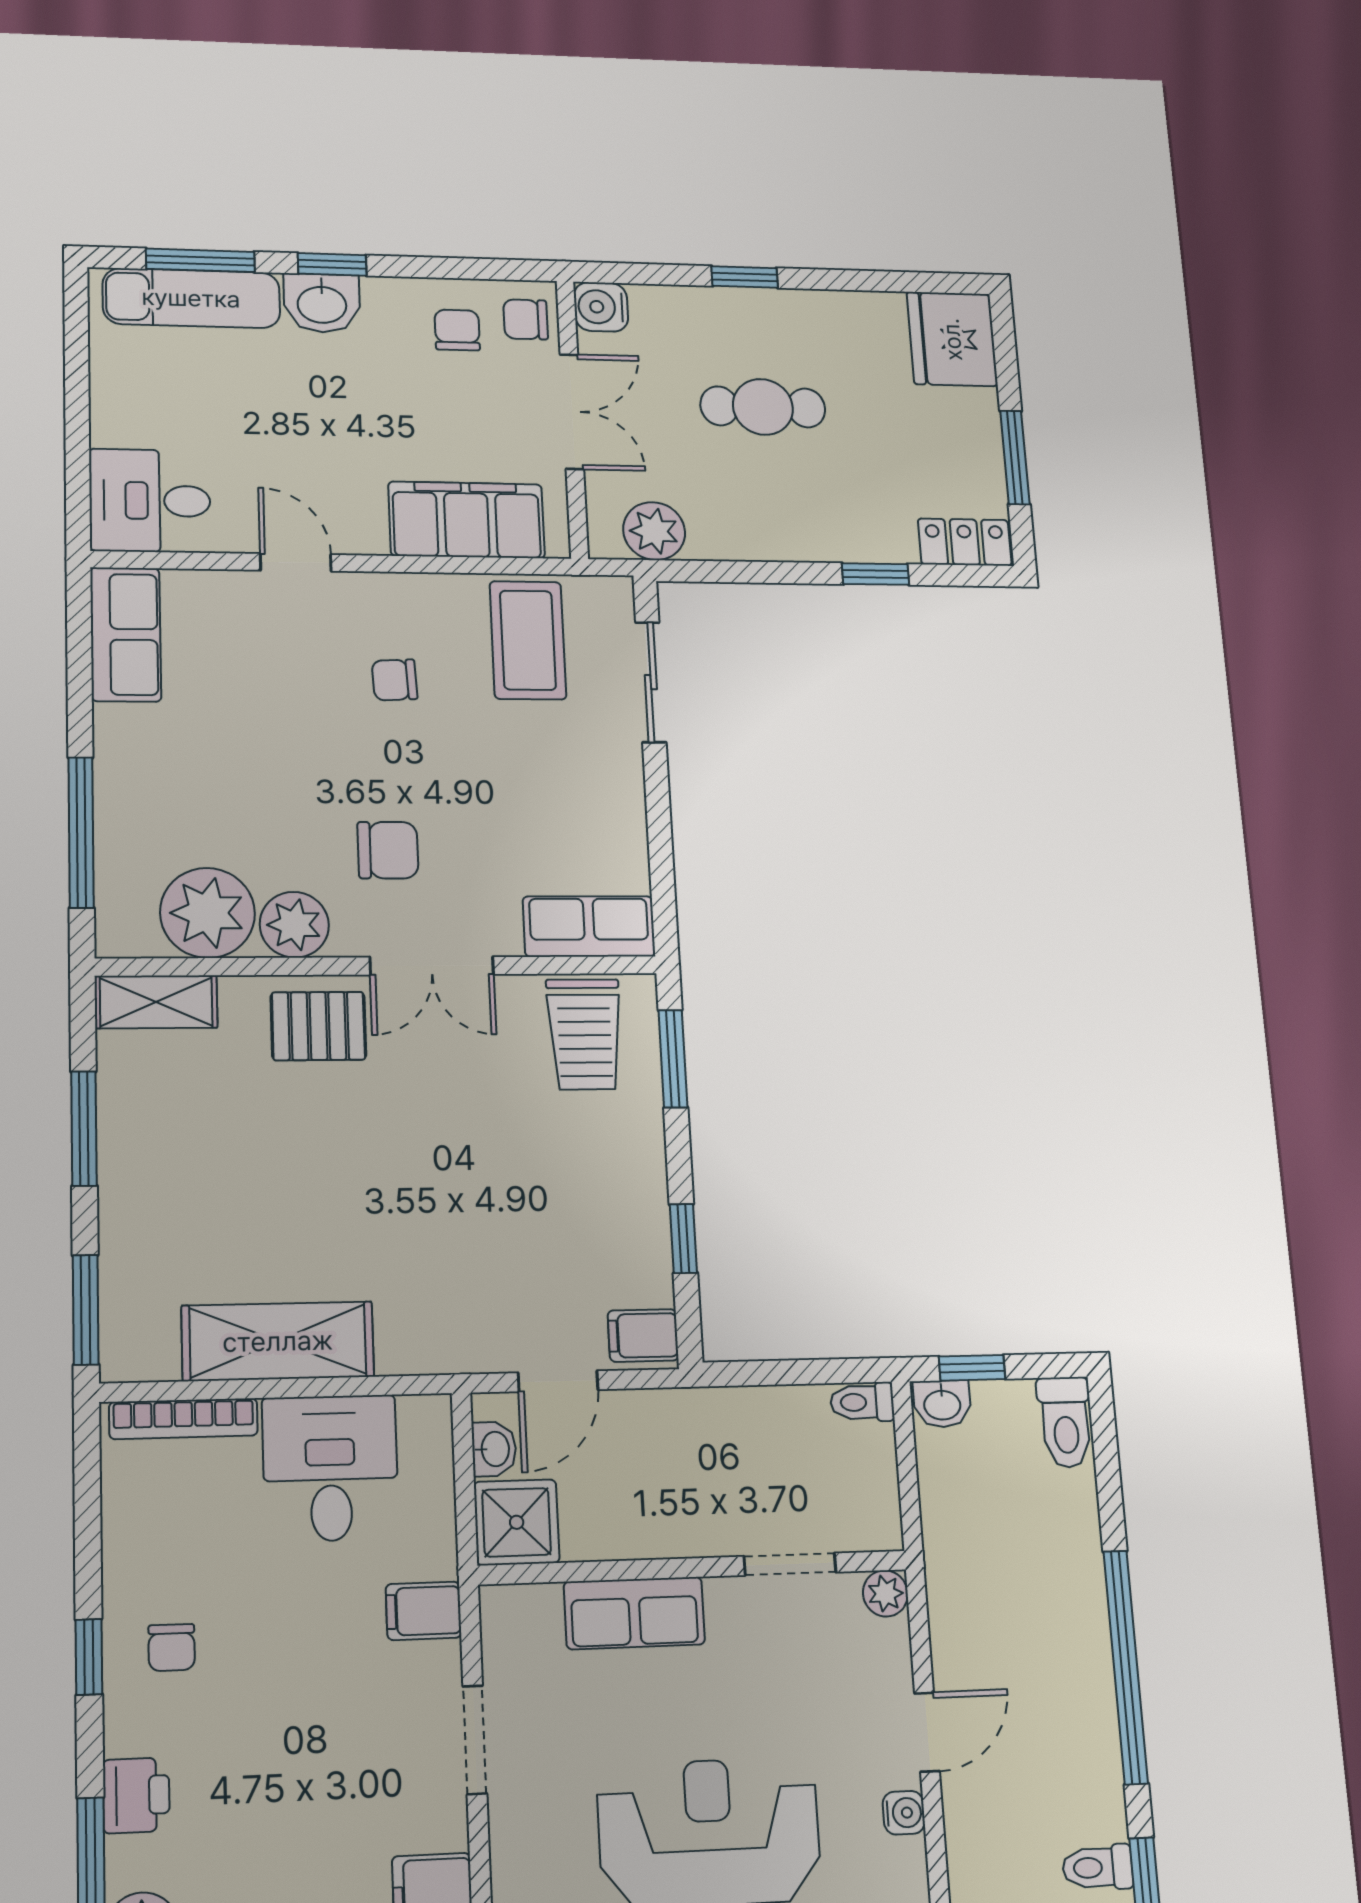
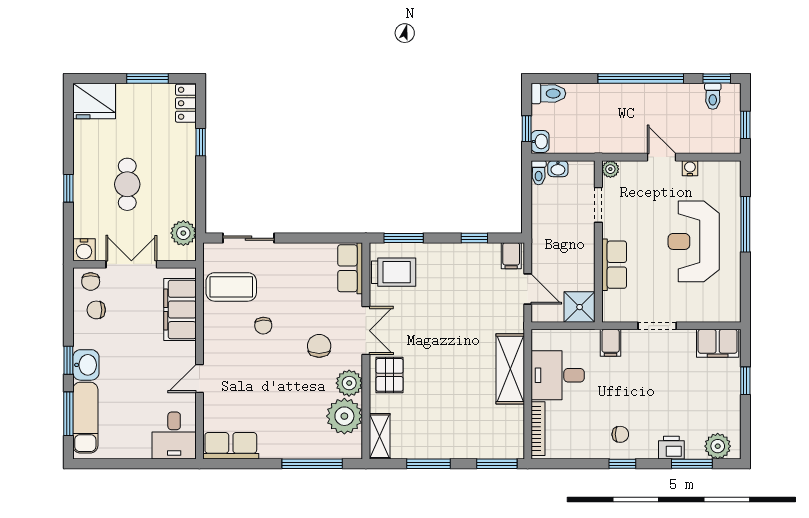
chair: (395, 680) -> (263, 326), moved
shelving: (278, 1341) -> (510, 369), moved
washbasin: (494, 1449) -> (558, 169), moved, turned 180

